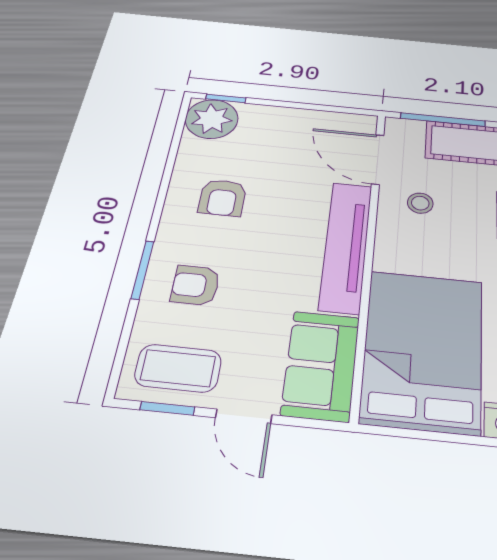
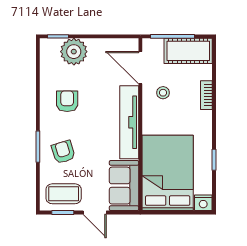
plant: (212, 119) -> (74, 52), moved
armchair: (222, 198) -> (67, 101), turned 180
armchair: (195, 285) -> (63, 152), turned 73

